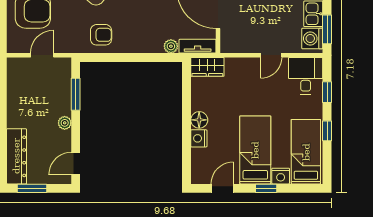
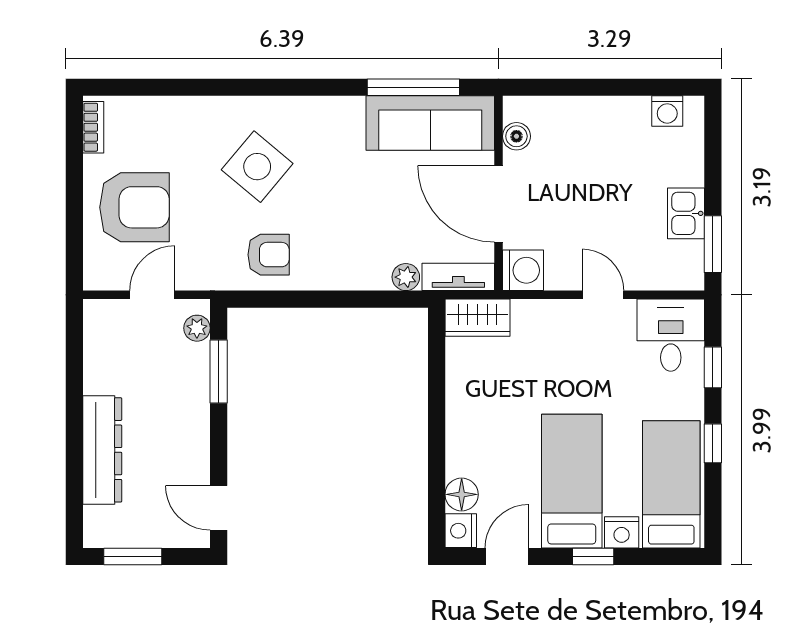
washing machine: (312, 39) -> (523, 270), moved, turned 180
door: (271, 55) -> (603, 295), swing flipped
floor lamp: (199, 120) -> (462, 494), moved
plant: (65, 123) -> (197, 328), moved
nightstand: (199, 138) -> (461, 531), moved
dresser: (16, 156) -> (102, 450), moved
door: (76, 164) -> (219, 508), hinge flipped

